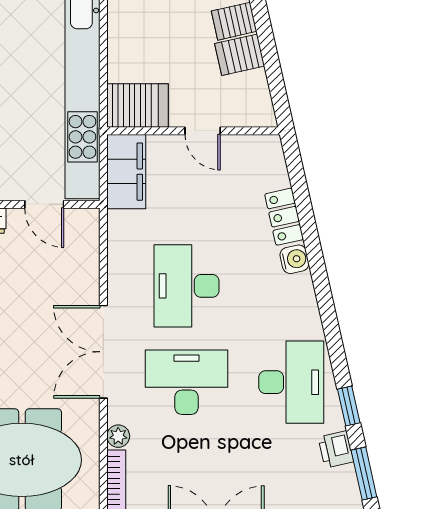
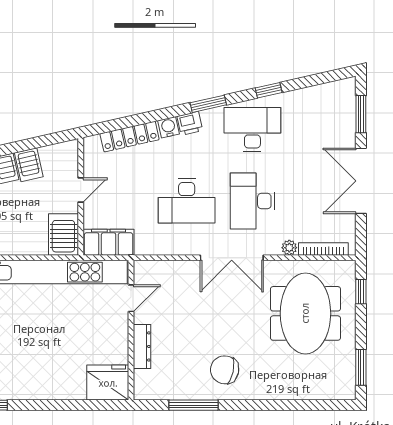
locker: (284, 217) -> (130, 137), width x1.53
printer: (336, 449) -> (190, 123), moved
window: (364, 474) -> (208, 104), moved

